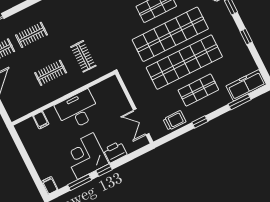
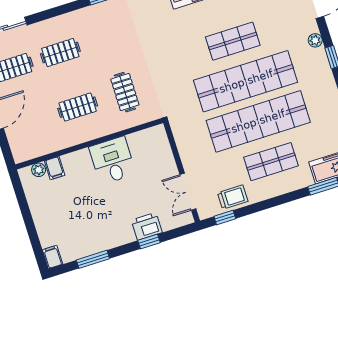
desk: (78, 110) -> (112, 161), width x0.73
window: (200, 122) -> (225, 218), moved
plant: (29, 123) -> (39, 170), added
corner desk: (85, 156) -> (106, 225), removed
window: (104, 170) -> (149, 242), moved

